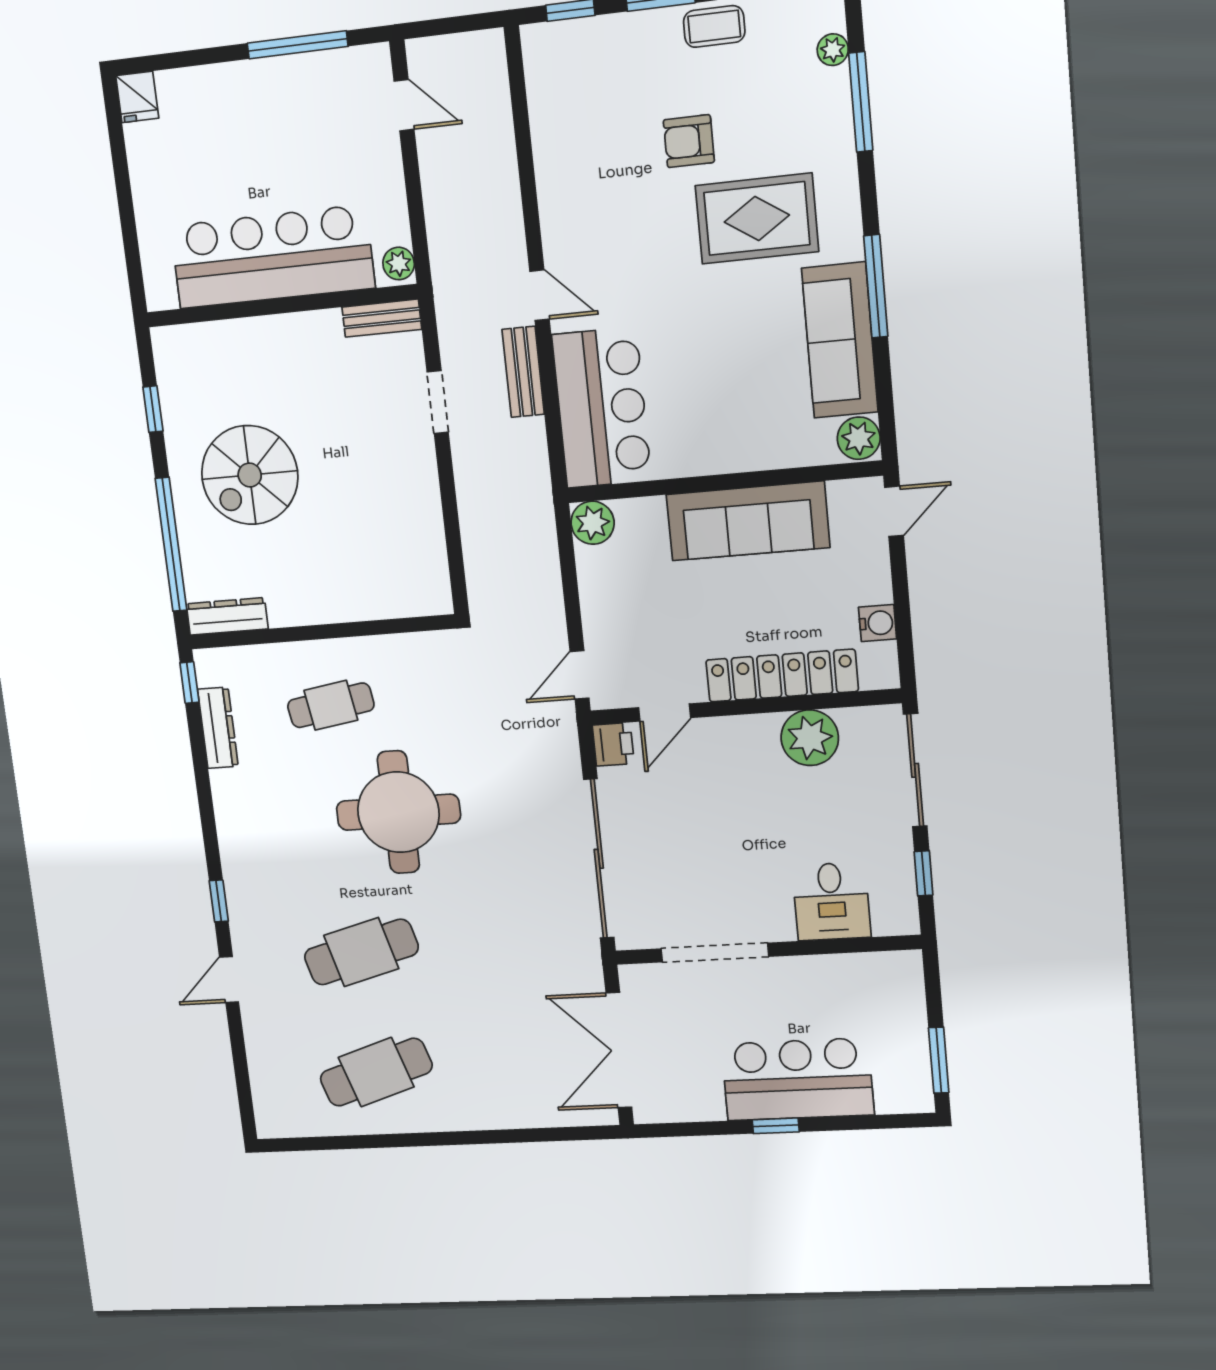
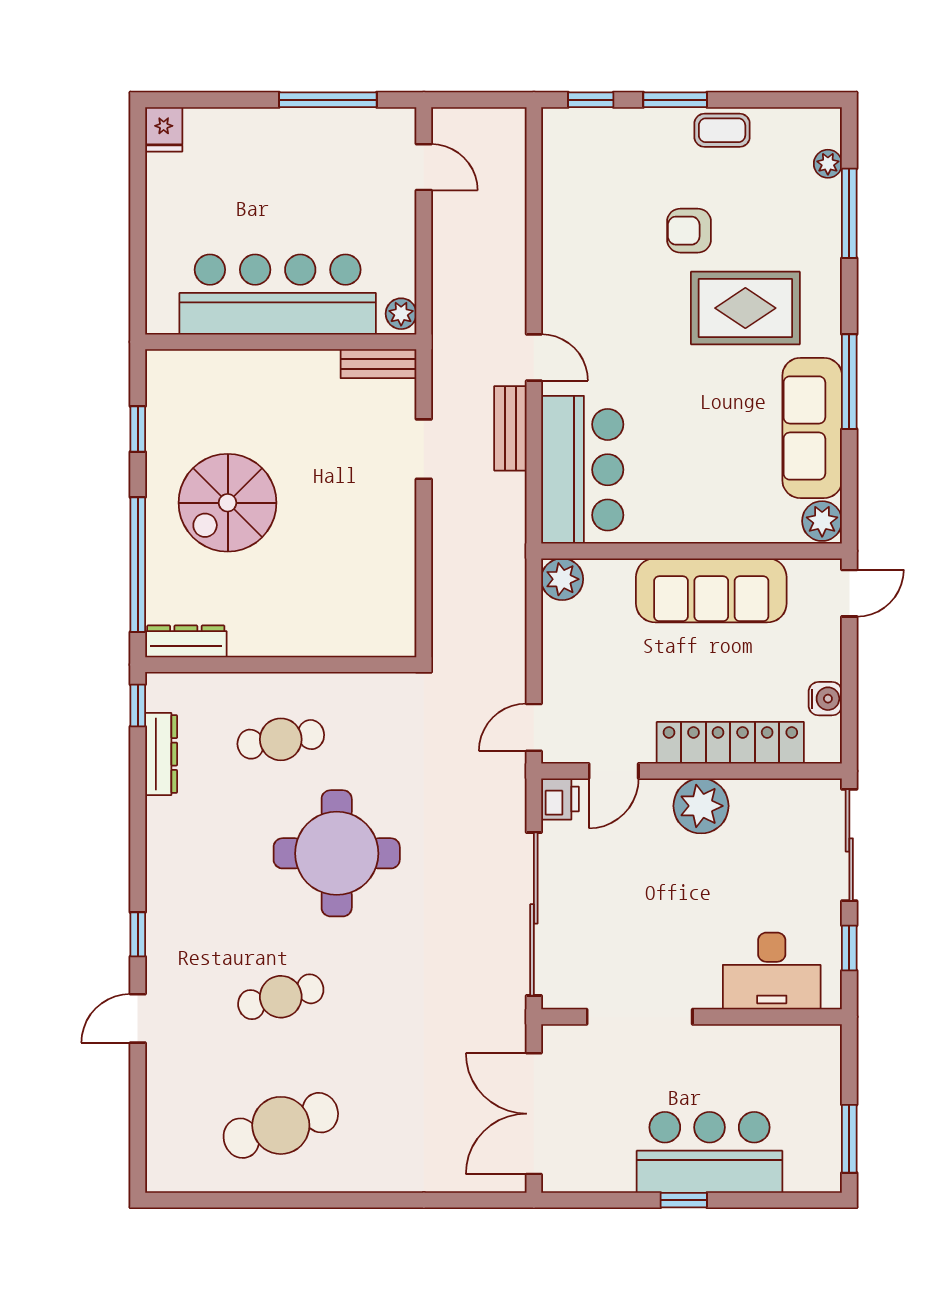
plant: (810, 738) -> (701, 806), moved
desk: (831, 901) -> (772, 971), width x1.37
cafe table: (361, 952) -> (281, 997), width x0.73, depth x0.74

